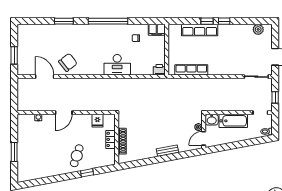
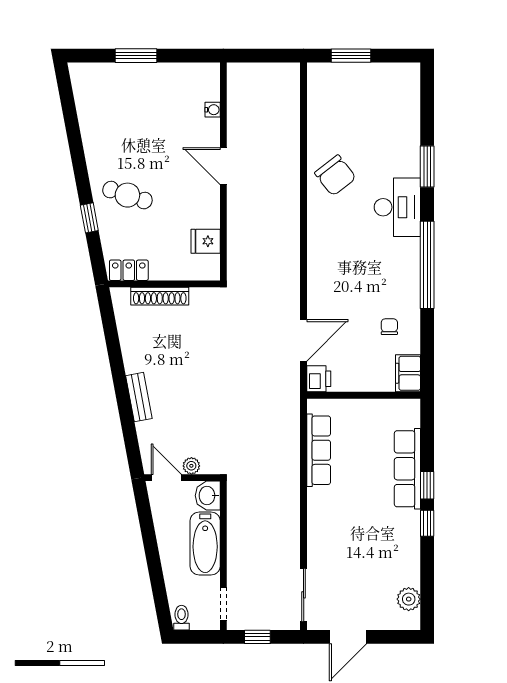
desk: (117, 65) -> (397, 207), moved, turned 180
door: (45, 77) -> (304, 340), moved
locker: (110, 139) -> (129, 270), moved

